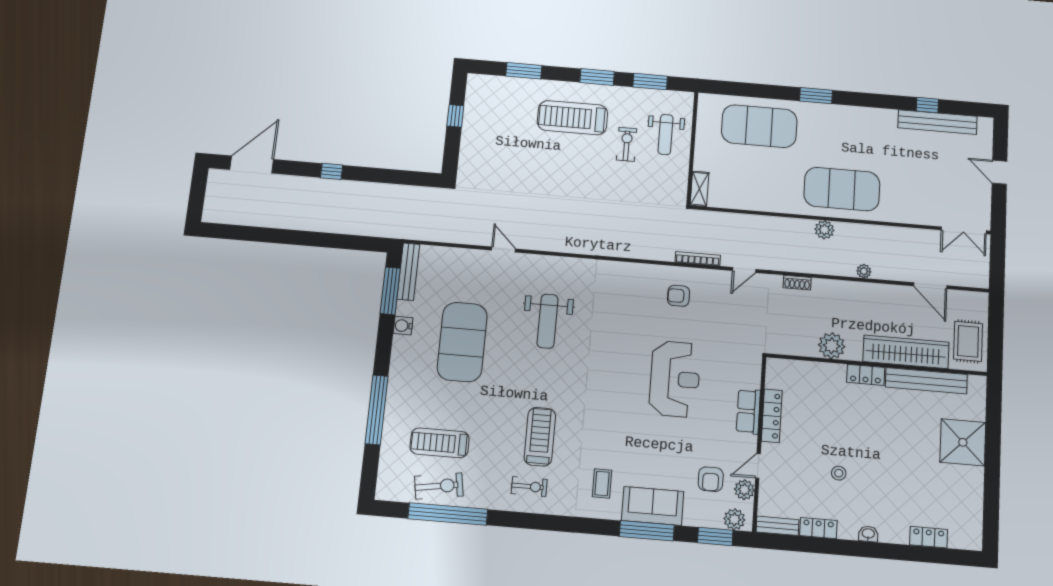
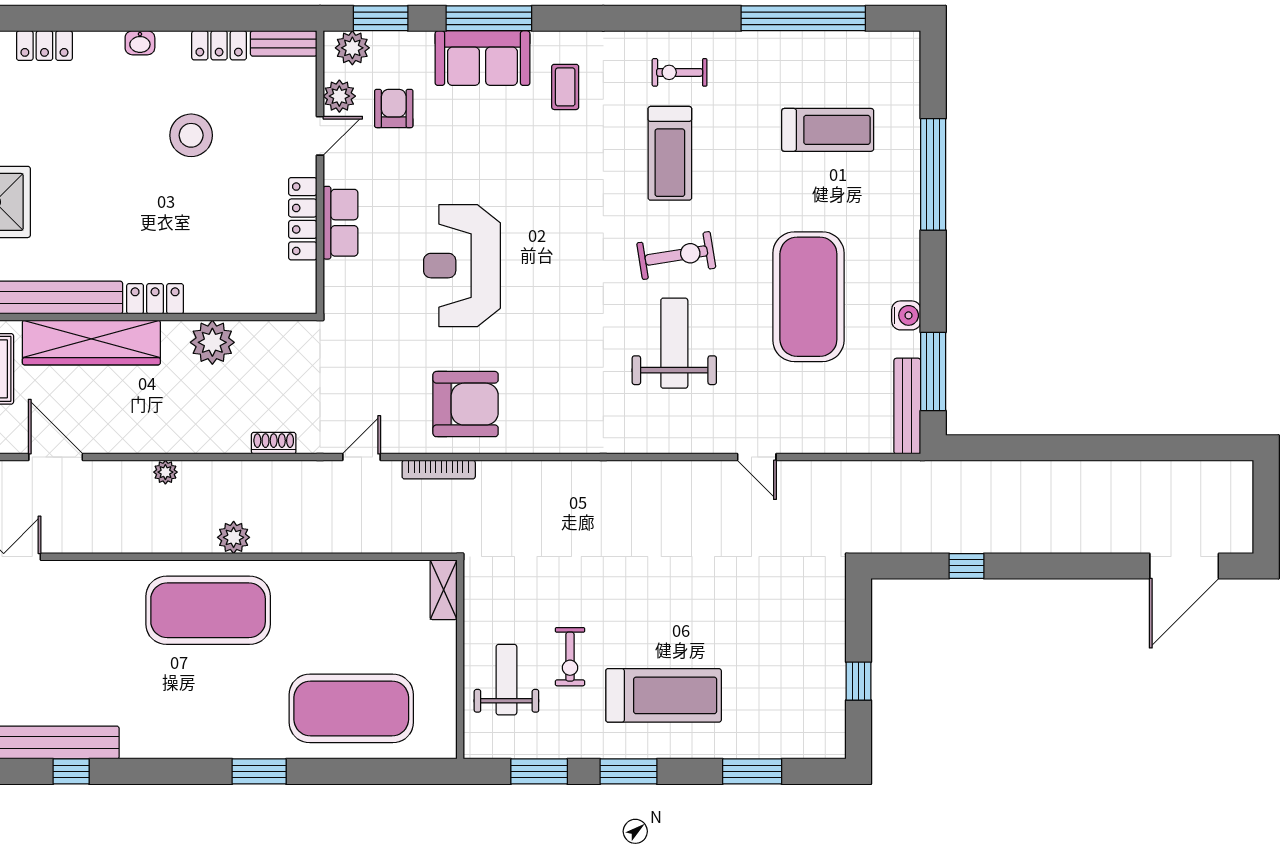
window: (332, 171) -> (966, 566), moved
armchair: (679, 296) -> (466, 404), width x1.88, depth x1.88
stool: (839, 473) -> (191, 135), width x1.89, depth x1.89
exercise bike: (439, 486) -> (676, 255), moved, turned 180

